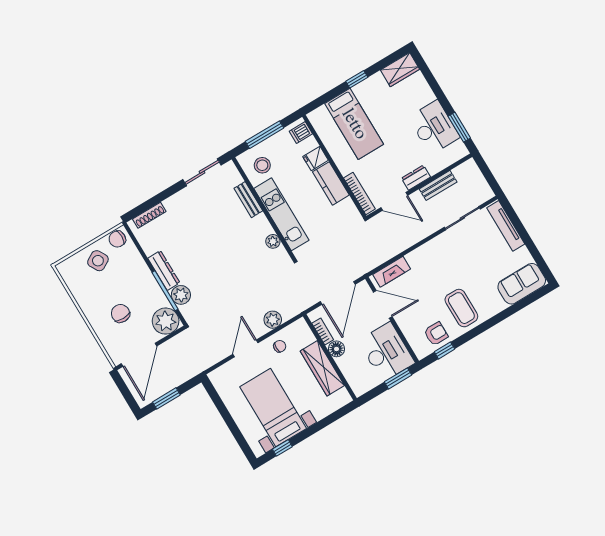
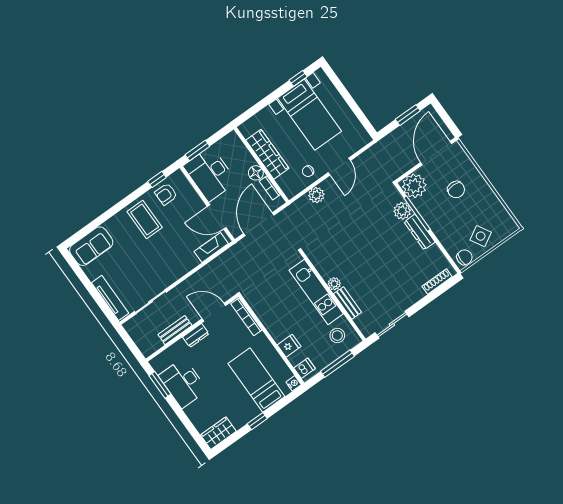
nightstand: (314, 117) -> (294, 383), added
kitchen counter: (331, 183) -> (273, 324), removed
plant: (273, 241) -> (334, 284), moved

